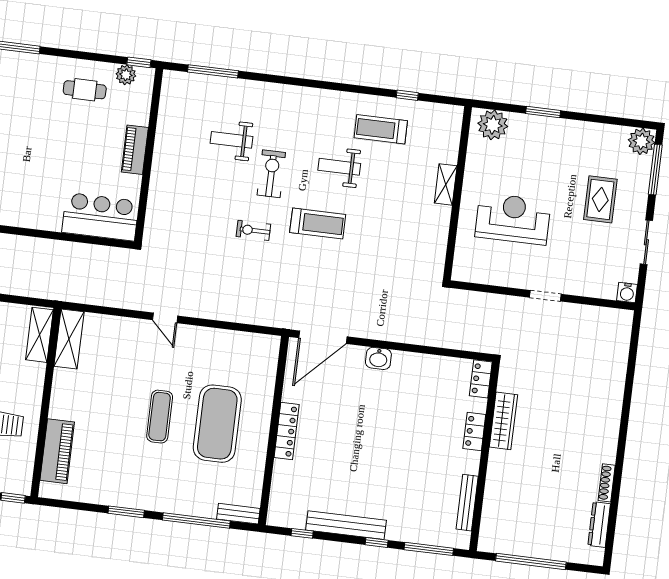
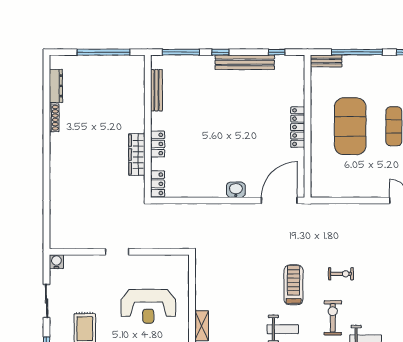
exercise bike: (271, 174) -> (333, 318), turned 180
treadmill: (318, 224) -> (294, 285), turned 90

